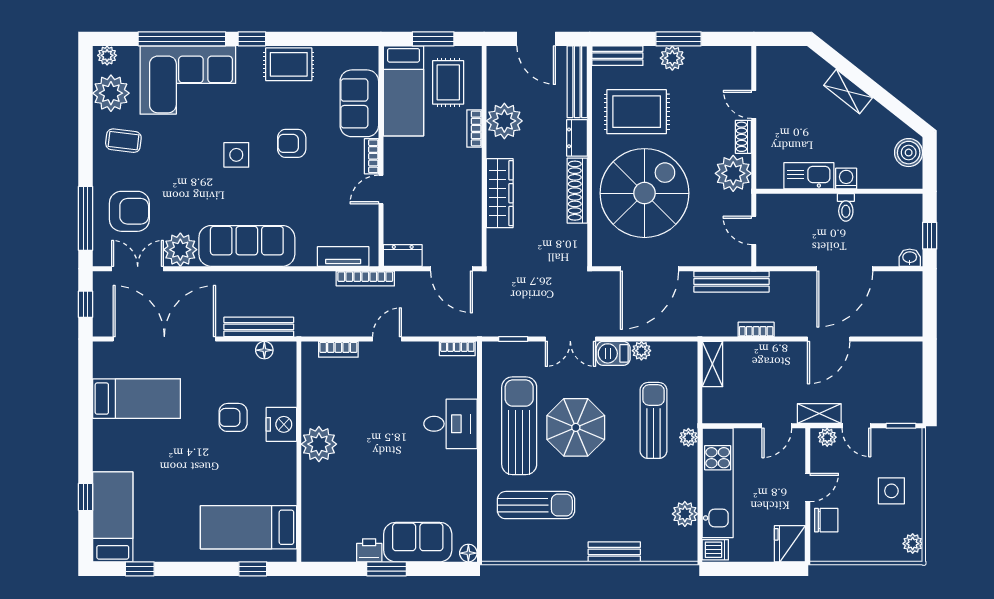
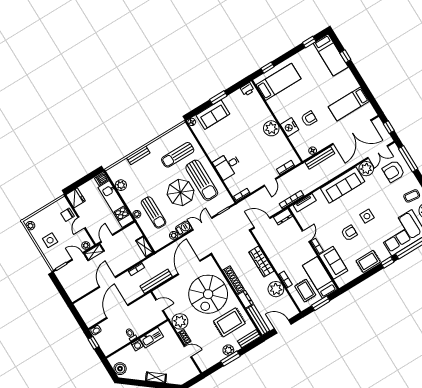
printer: (369, 550) -> (247, 89), moved

